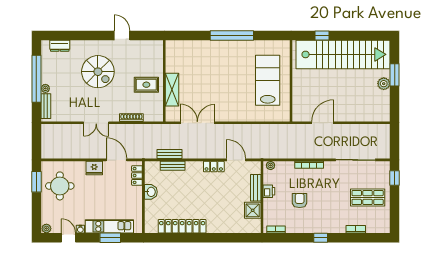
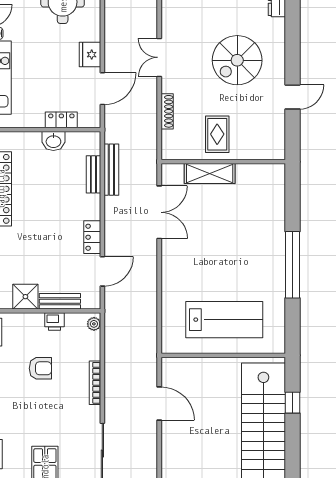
bench: (170, 154) -> (111, 170), width x1.36
locker: (137, 175) -> (61, 120), moved

